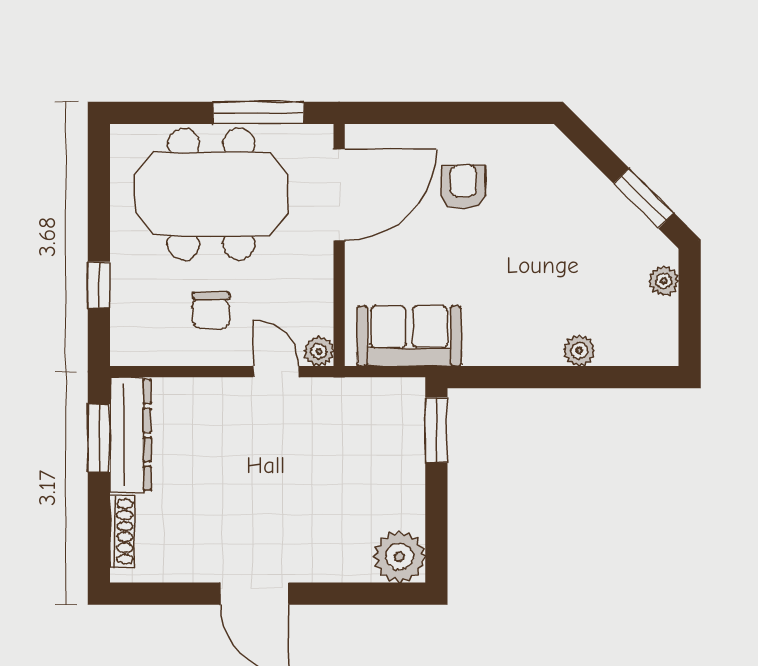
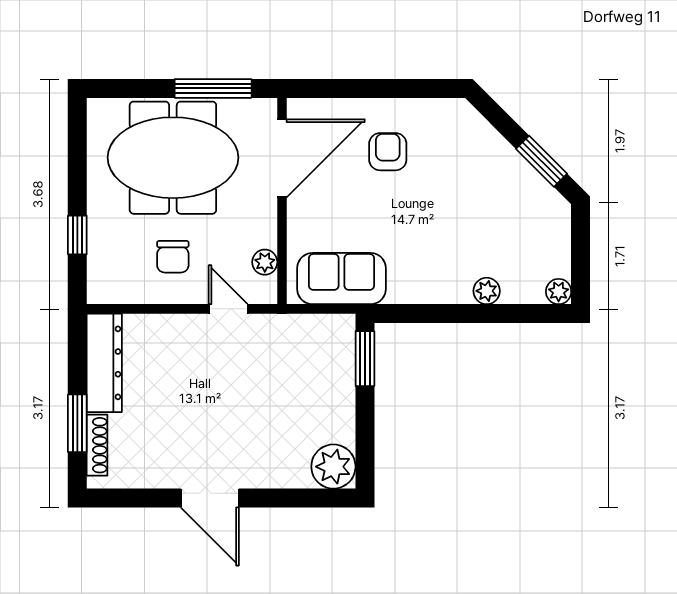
plant: (664, 281) -> (559, 292), moved
plant: (319, 351) -> (265, 262), moved
window: (99, 438) -> (77, 423), moved

